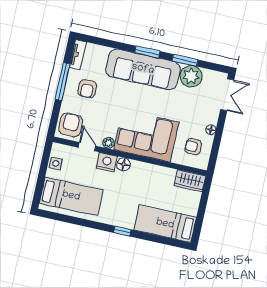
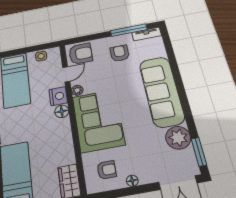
window: (147, 52) -> (180, 88), removed
window: (185, 60) -> (199, 152), moved
window: (63, 82) -> (129, 30), moved
armchair: (87, 89) -> (120, 53), turned 90
armchair: (193, 147) -> (107, 170), turned 90

